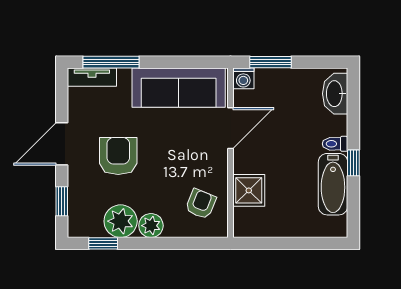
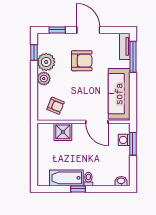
washing machine: (243, 78) -> (124, 140), moved
washbasin: (335, 94) -> (121, 181), width x0.52, depth x0.69

